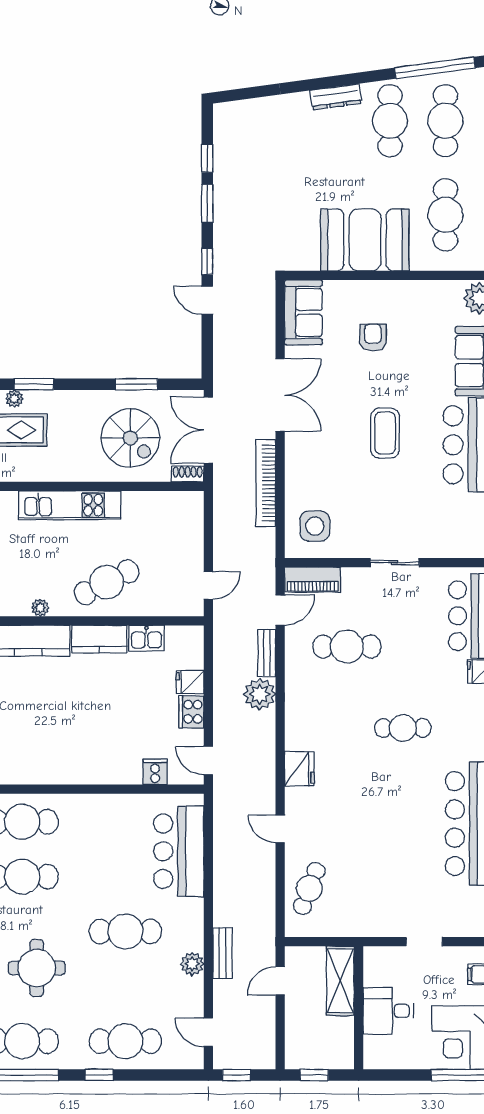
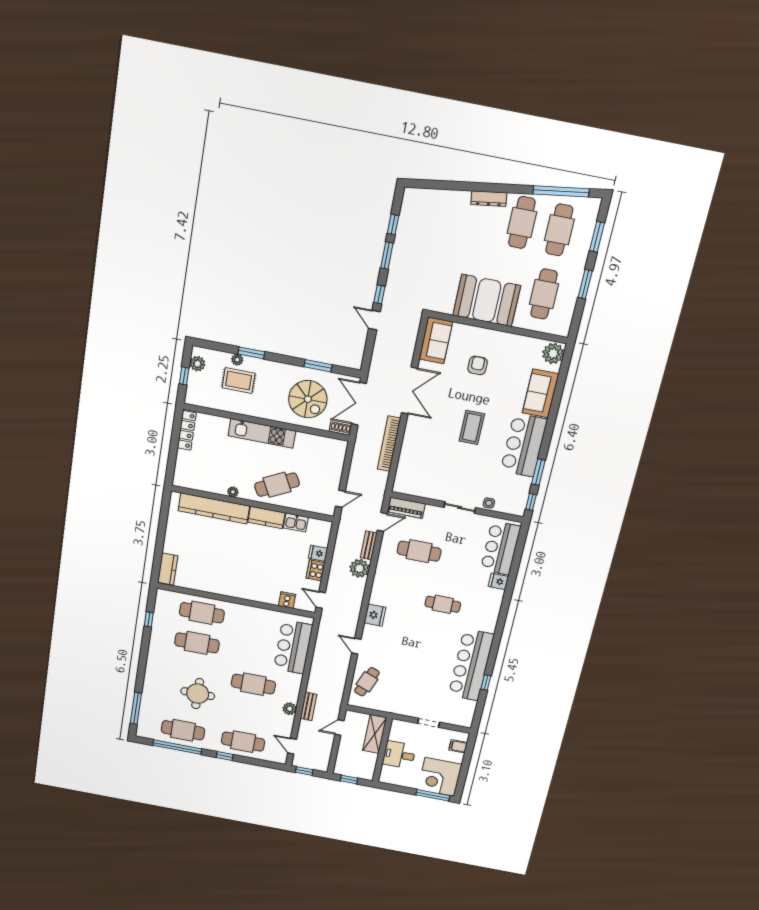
side table: (315, 526) -> (489, 503), moved, width x0.54, depth x0.54

